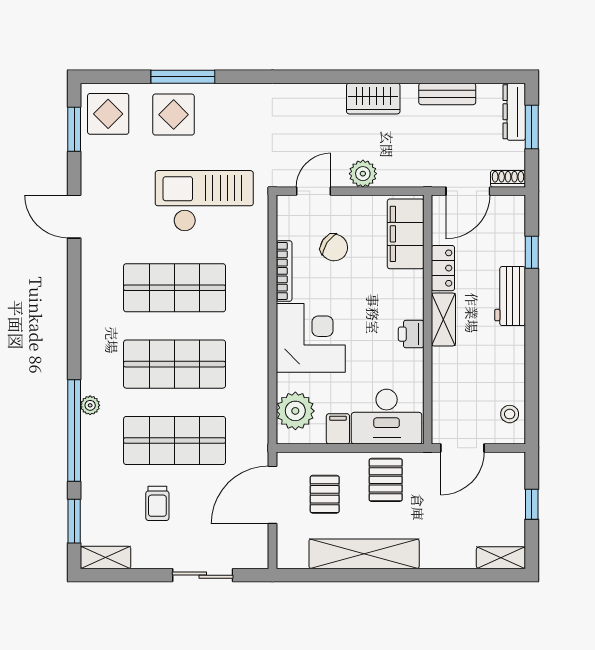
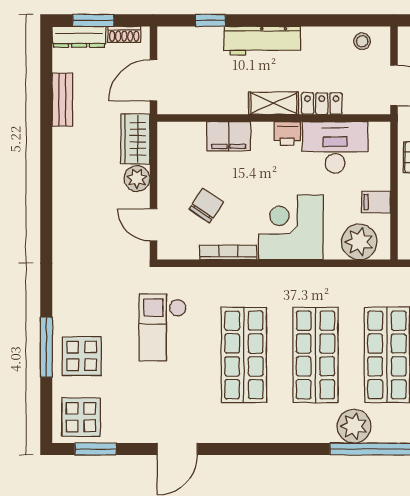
wardrobe: (373, 99) -> (135, 139), moved, turned 180
shoe rack: (508, 179) -> (124, 34), moved, turned -90
door: (468, 191) -> (153, 80), swing flipped
checkout: (204, 201) -> (163, 327), width x0.73, depth x0.83
filing cabinet: (406, 234) -> (229, 136), moved, width x0.67, depth x0.86
locker: (443, 268) -> (322, 104), moved
workbench: (510, 296) -> (262, 41), width x1.38
plant: (90, 405) -> (354, 426), width x1.88, depth x1.88
desk: (387, 417) -> (335, 147), moved, turned -90

